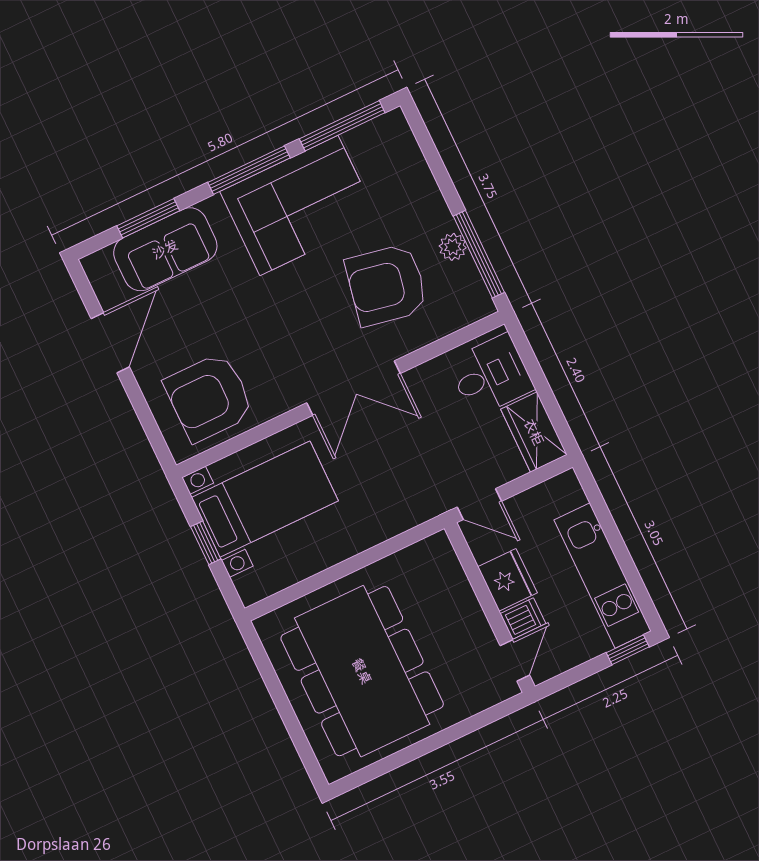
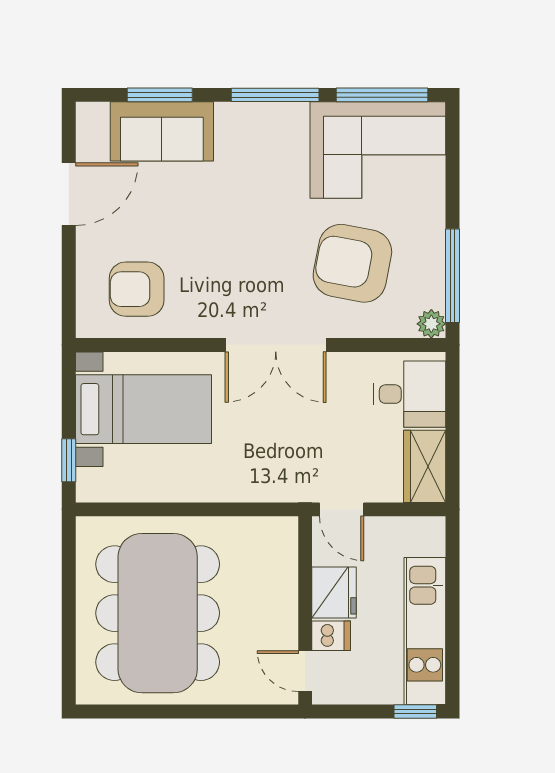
corner sofa: (299, 205) -> (378, 150), moved
plant: (453, 247) -> (431, 324), moved
armchair: (209, 397) -> (137, 289), width x0.73, depth x0.73
window: (206, 543) -> (69, 460), moved
door: (515, 660) -> (305, 671), swing flipped

